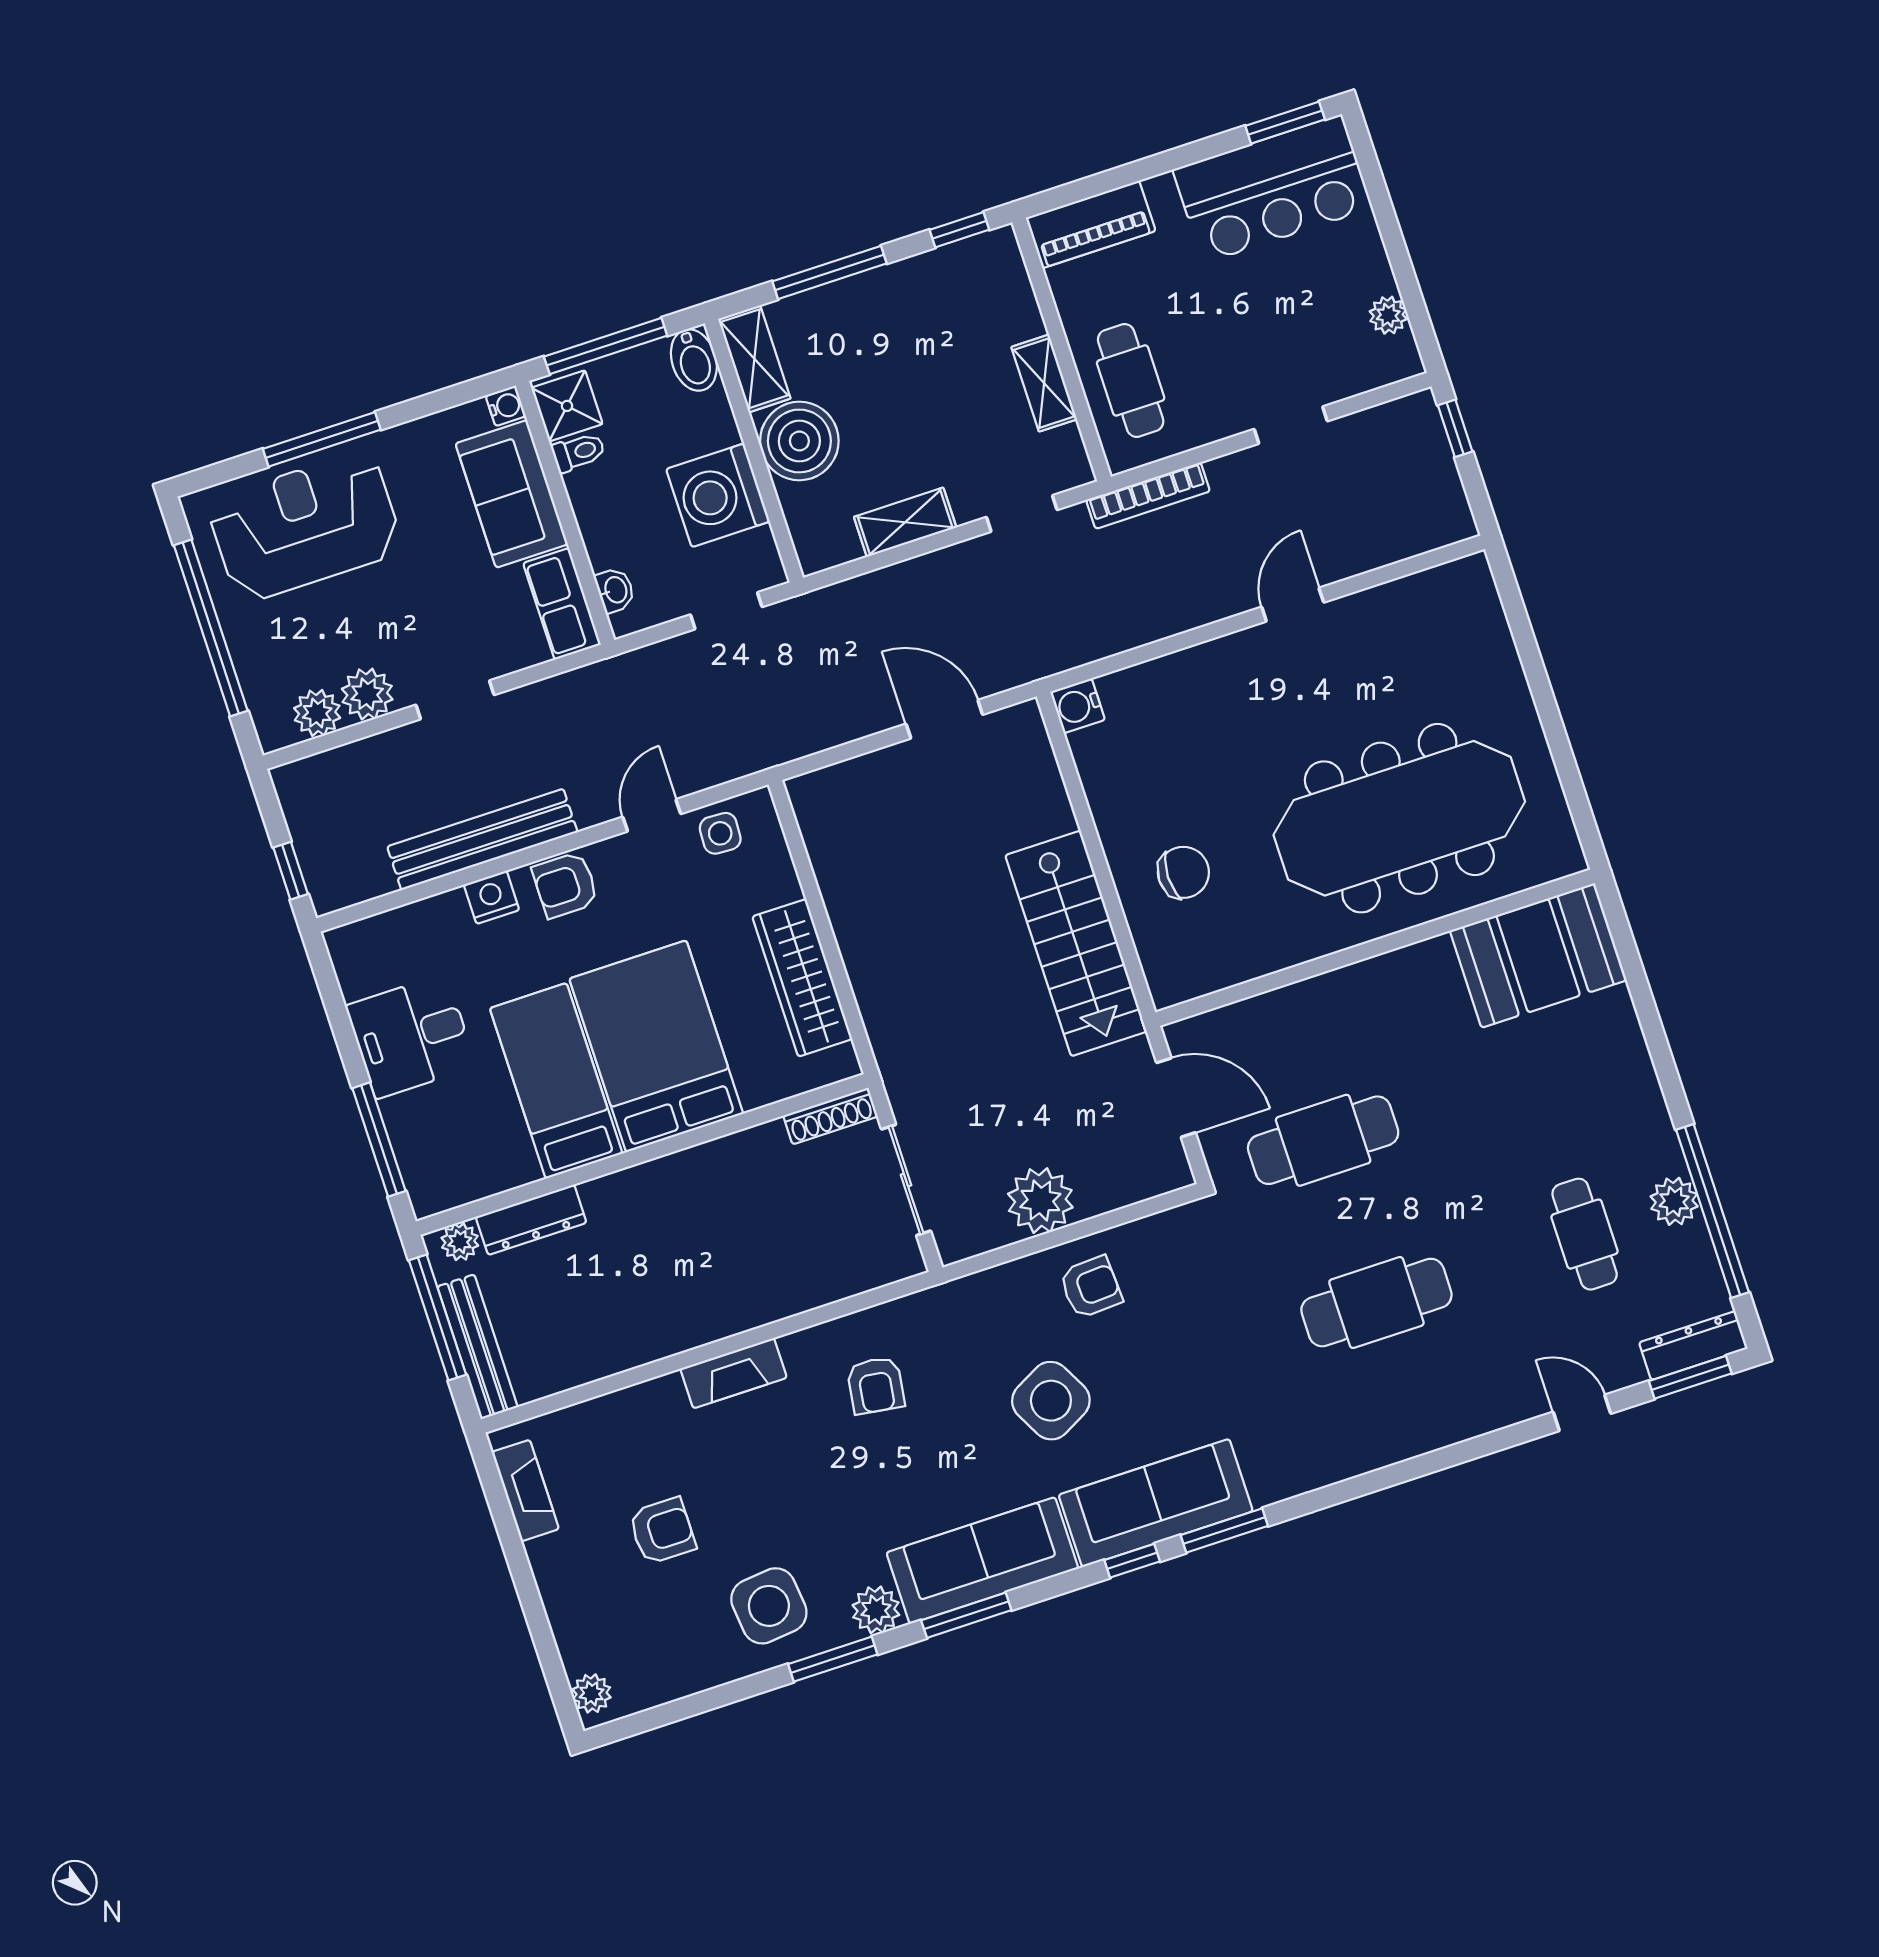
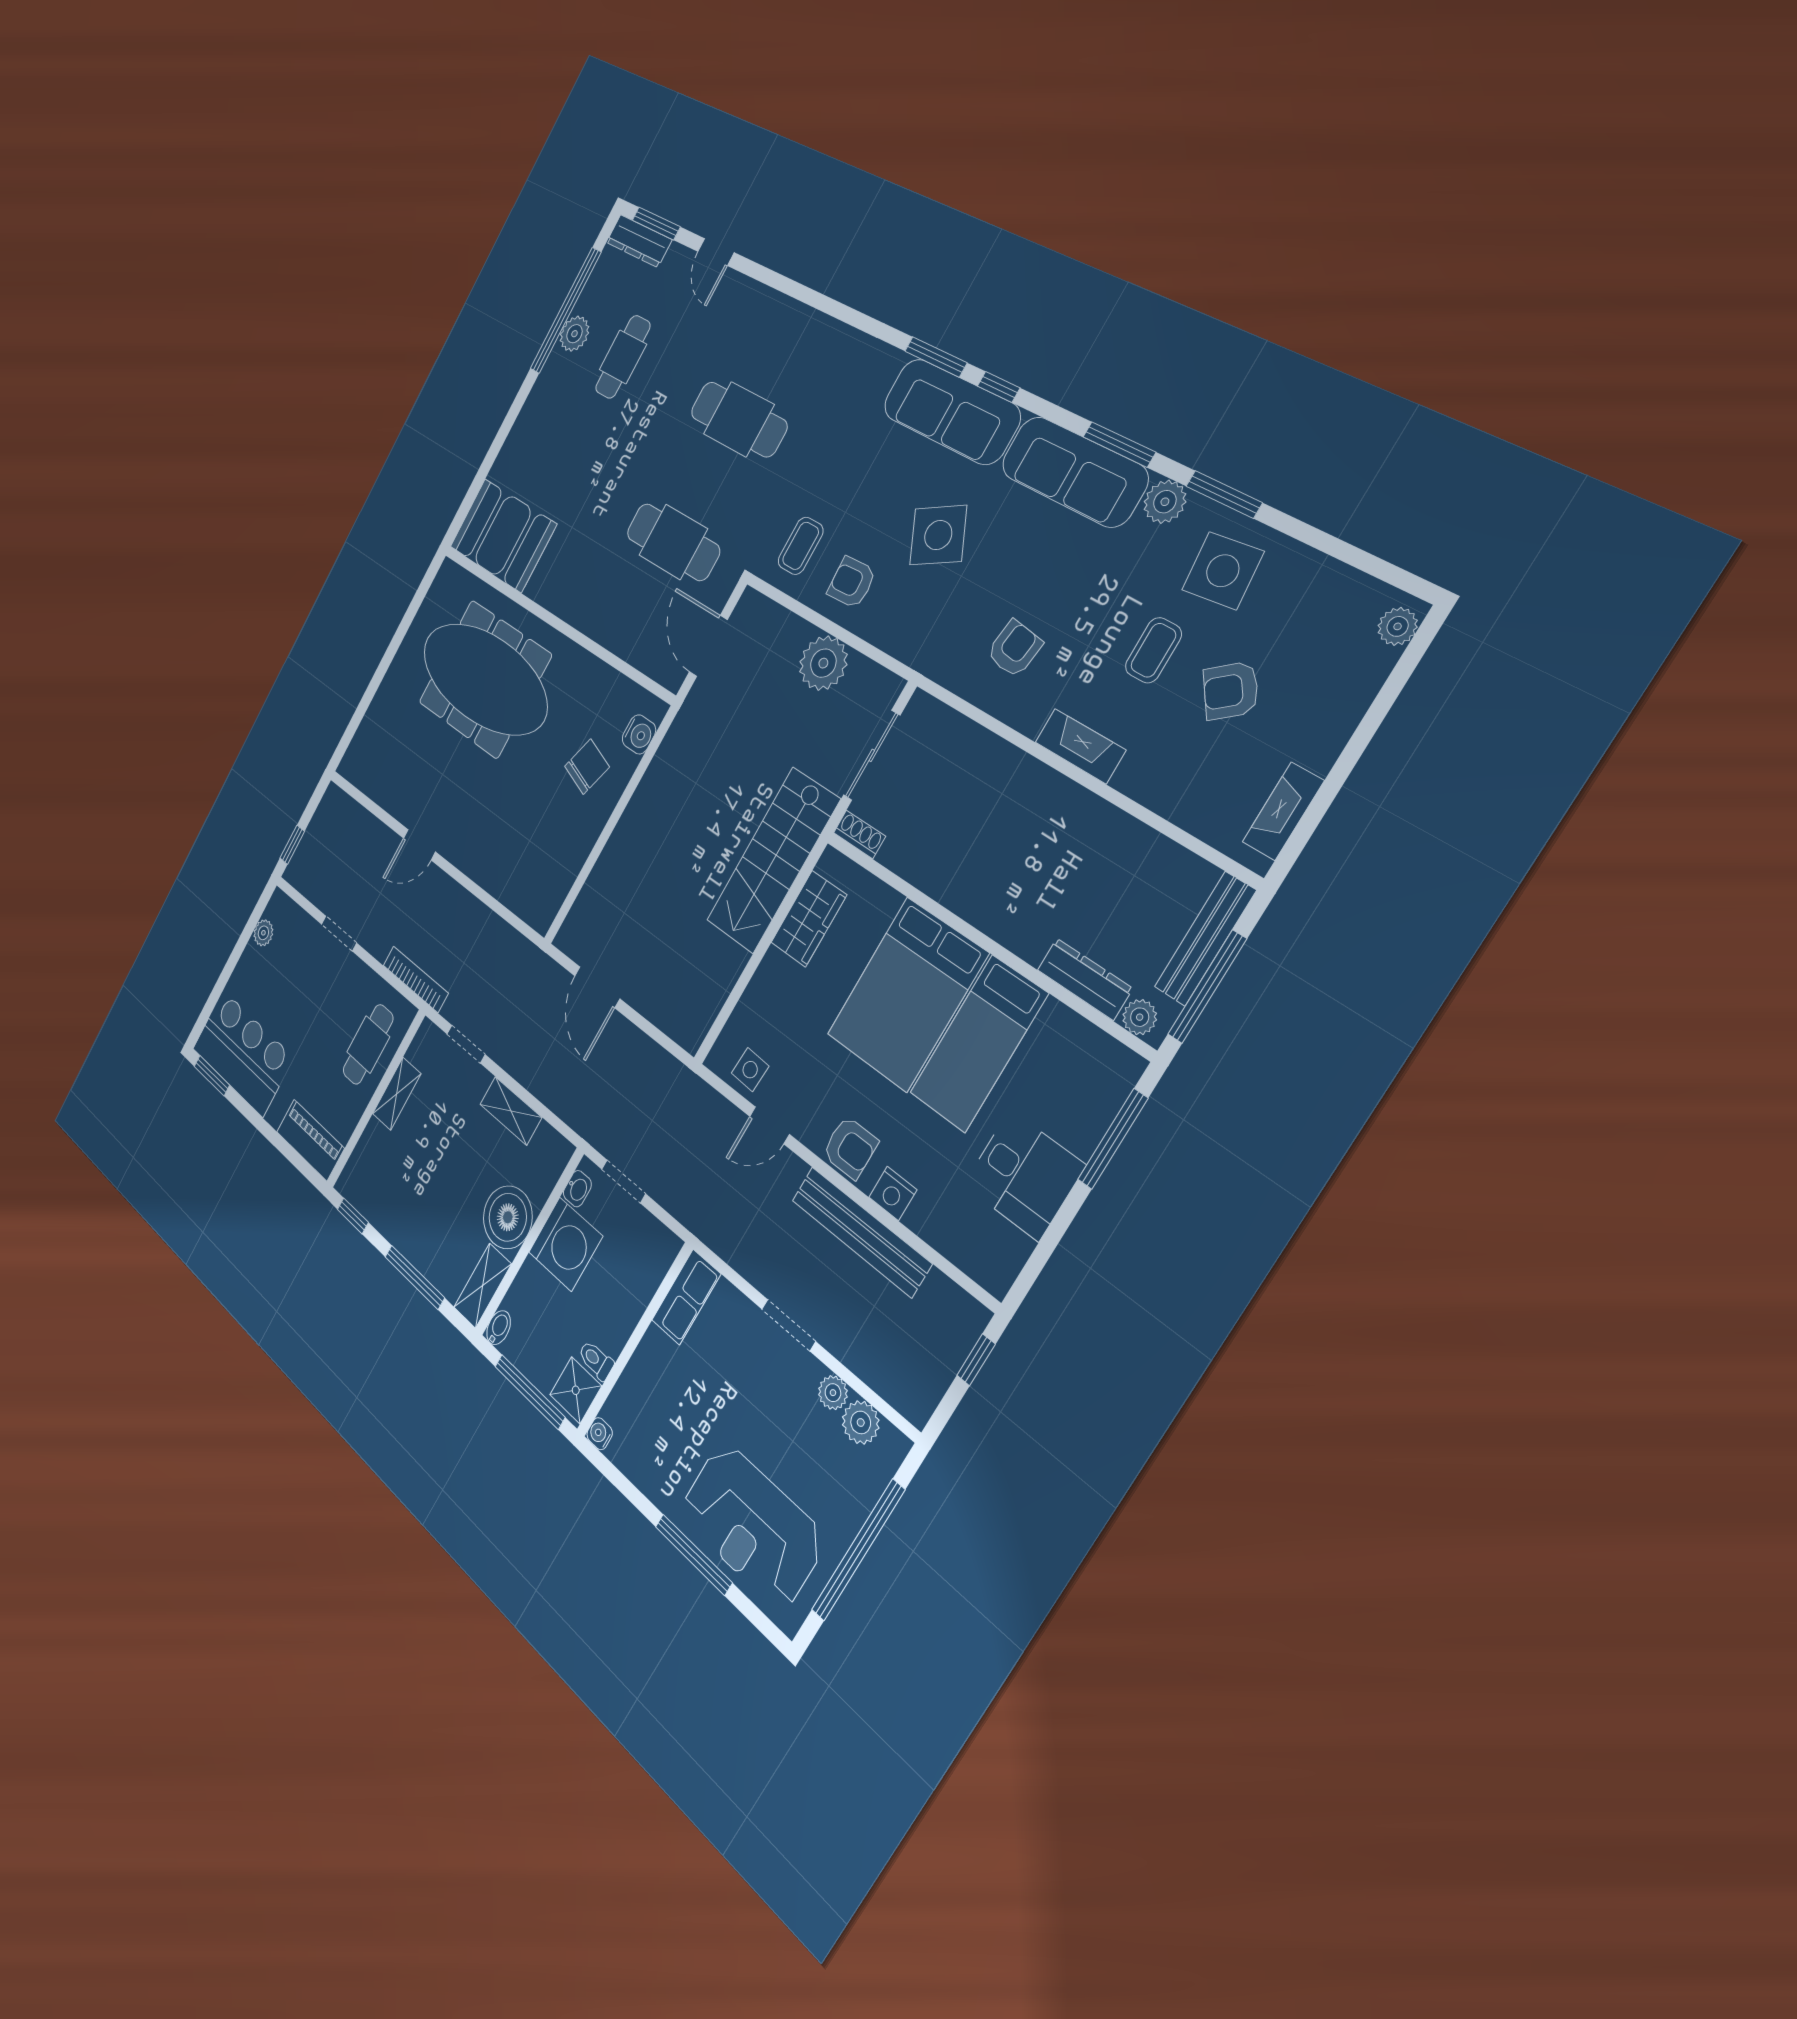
bidet: (694, 360) -> (499, 1328), width x0.72, depth x0.74
sofa: (512, 494) -> (645, 1387), removed
washbasin: (615, 590) -> (577, 1189), moved, turned 180
plant: (367, 694) -> (833, 1393), width x0.73, depth x0.73
water cooler: (1078, 706) -> (639, 734), moved
chair: (1183, 872) -> (587, 767), turned 108
stairs: (1076, 943) -> (773, 860), moved, turned 180
wardrobe: (802, 978) -> (809, 919), width x0.67
shoe rack: (830, 1116) -> (859, 834), width x0.70
coffee table: (1179, 1266) -> (801, 546), added
coffee table: (757, 1498) -> (1153, 650), added
armchair: (662, 1531) -> (1231, 691), turned -37

